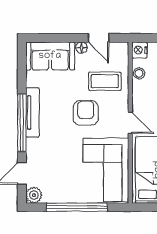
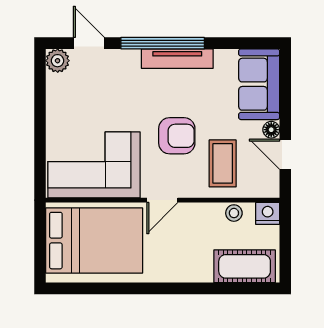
door: (98, 38) -> (285, 154), hinge flipped
window: (77, 207) -> (40, 123), removed

